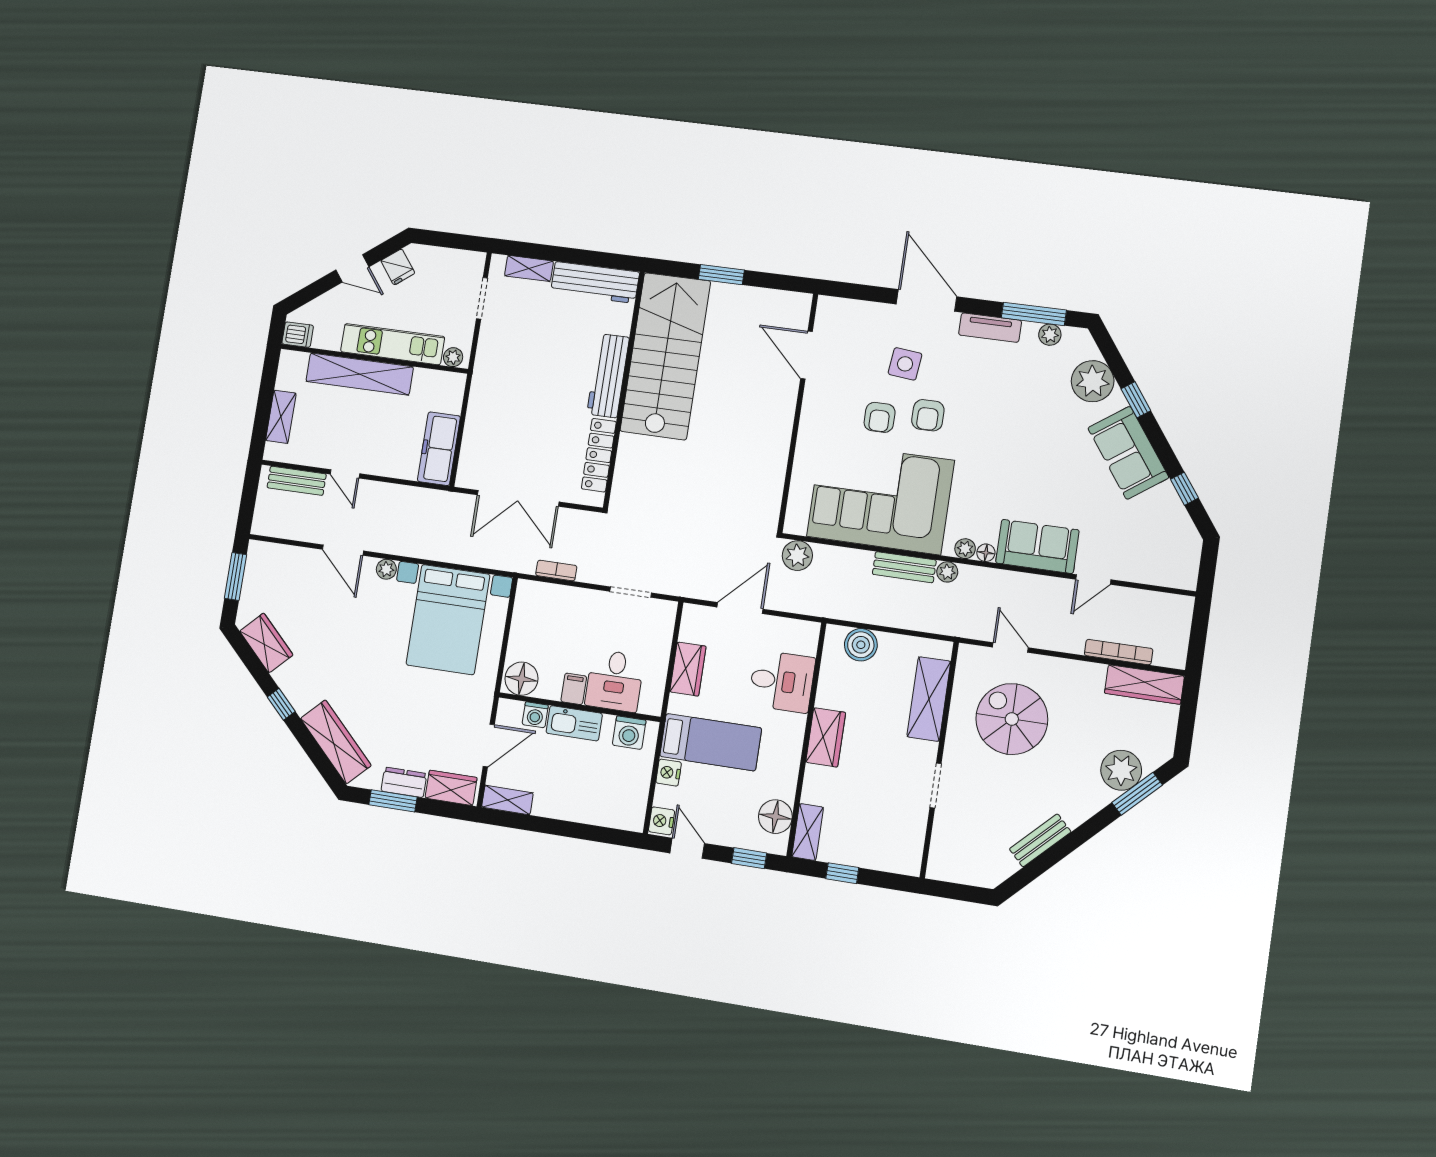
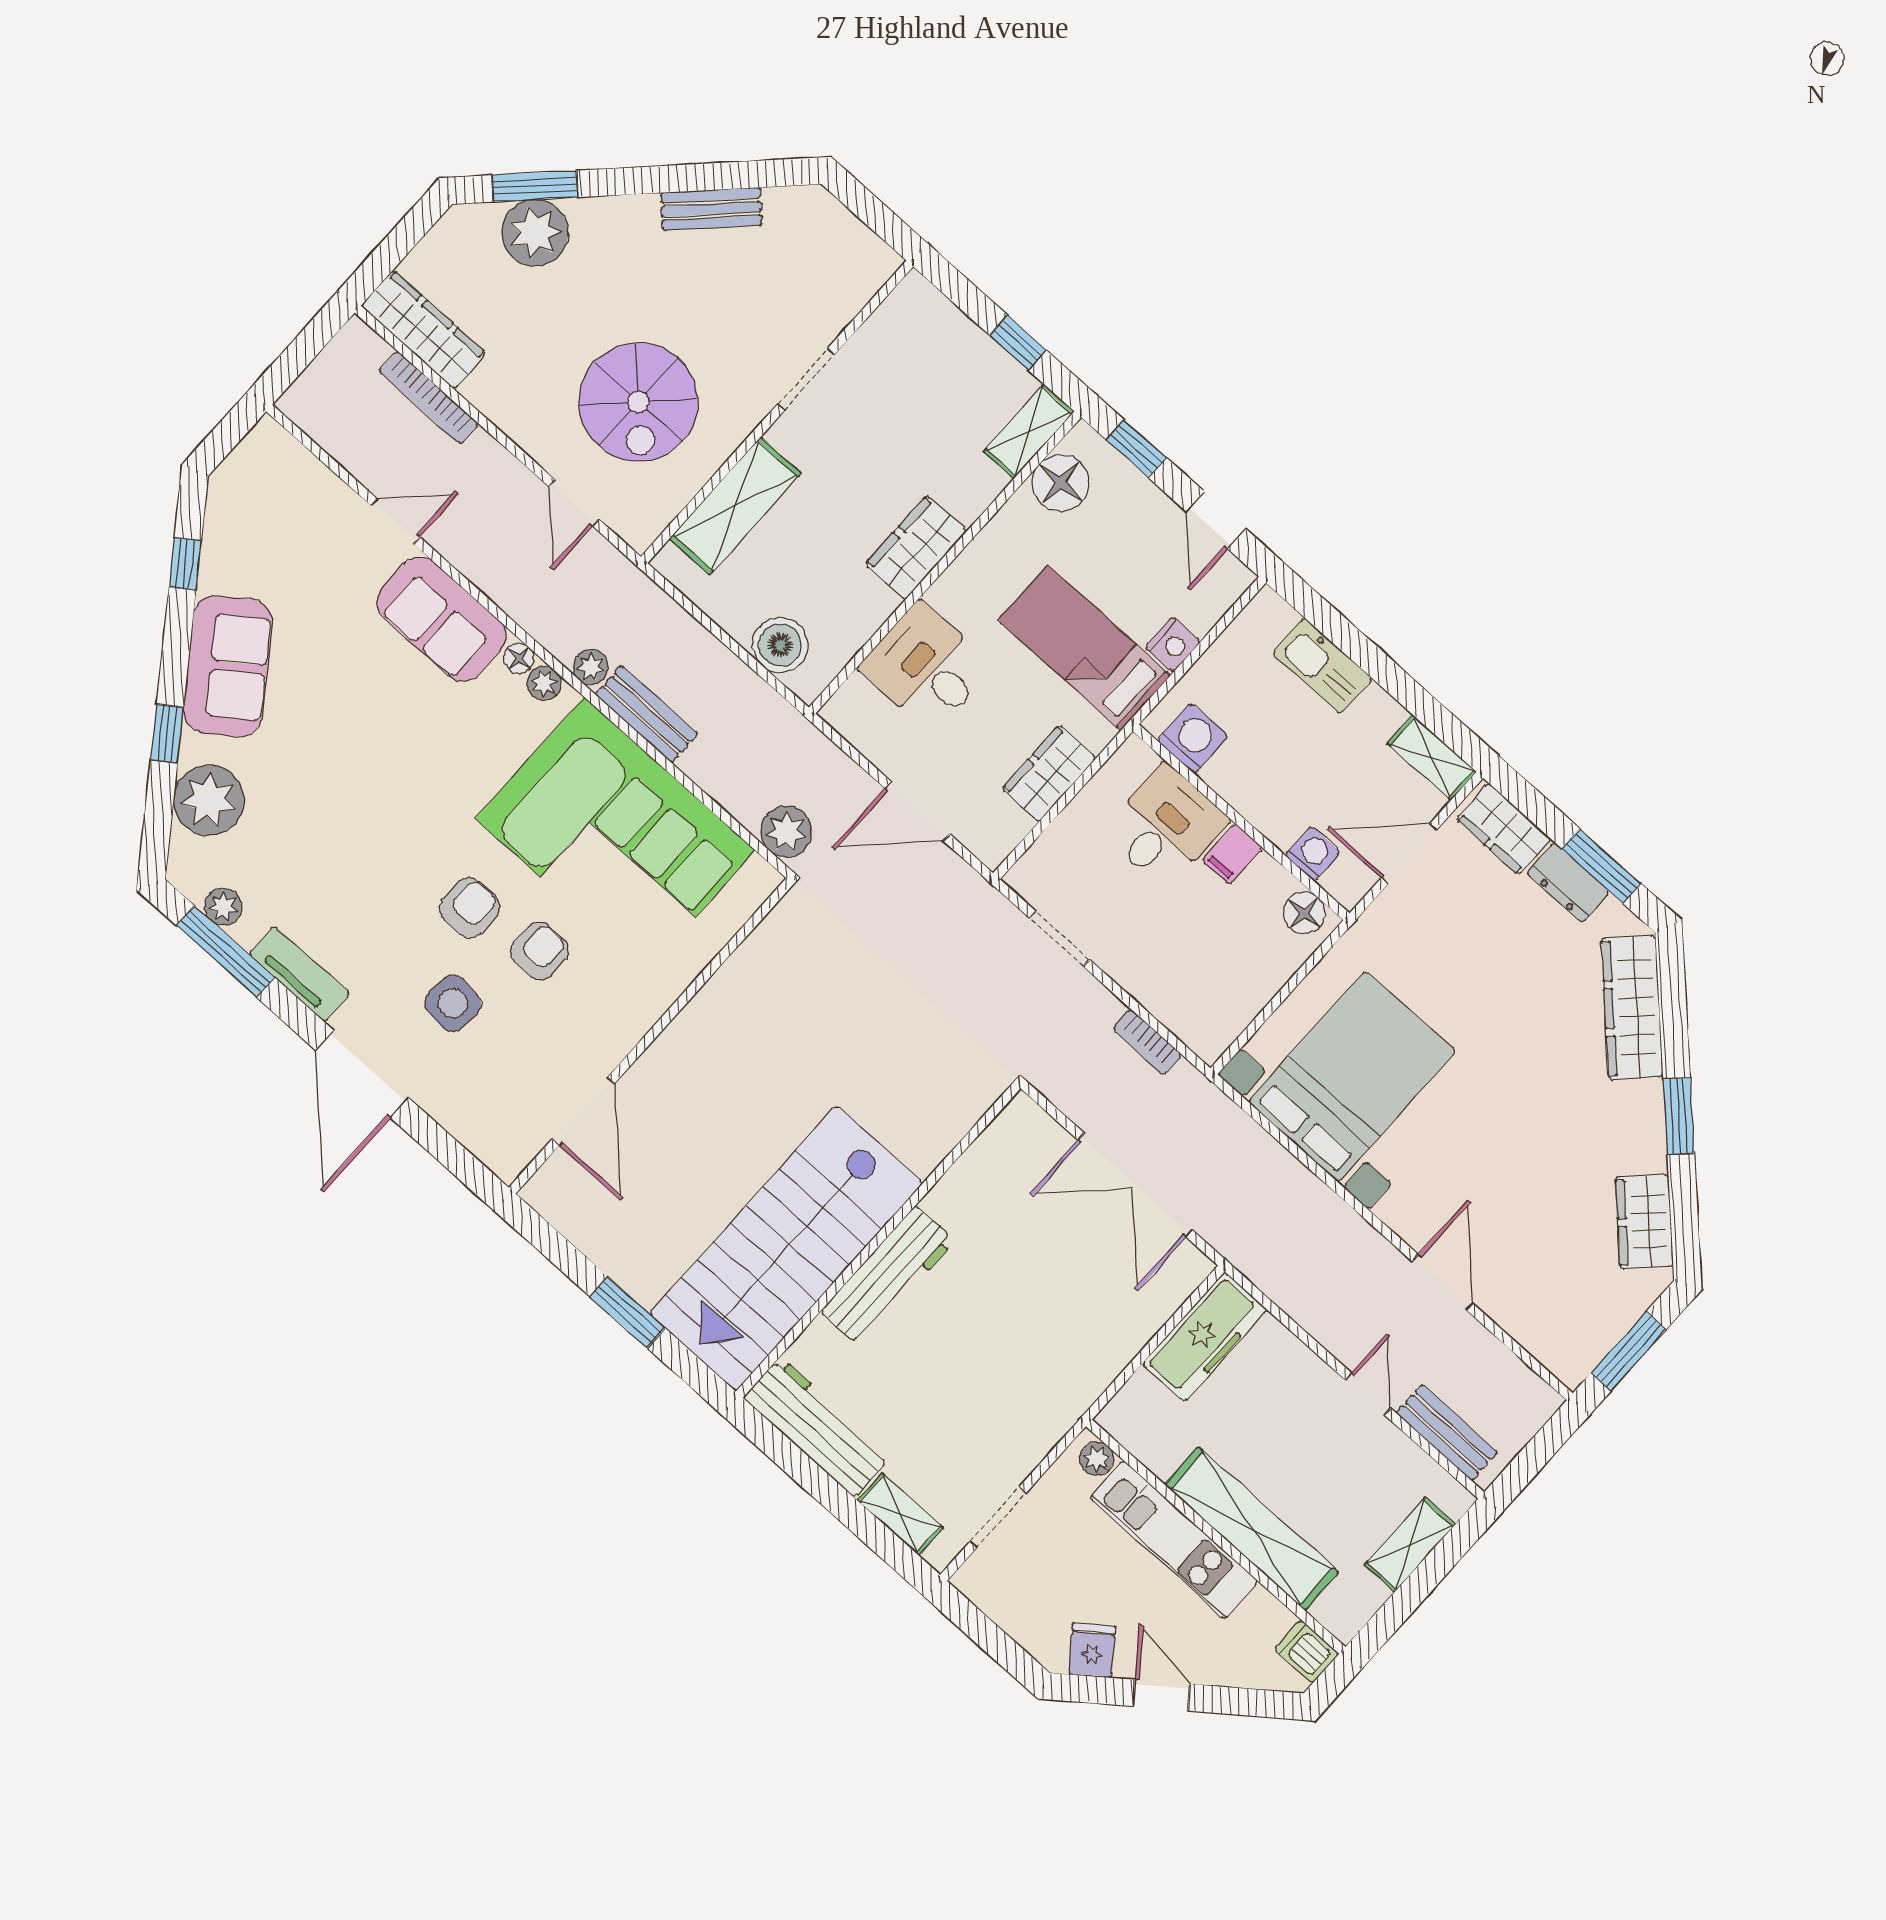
locker: (599, 455) -> (977, 1169), removed
double door: (518, 498) -> (1135, 1185), swing flipped
plant: (386, 569) -> (1396, 1211), removed
floor lamp: (521, 679) -> (1304, 913), width x0.73, depth x0.73
window: (281, 704) -> (1679, 1116), width x1.50
kitchen sink: (574, 723) -> (1322, 666), moved, turned 180
nightstand: (662, 821) -> (1227, 583), removed

